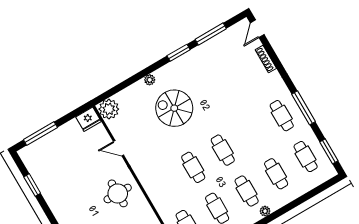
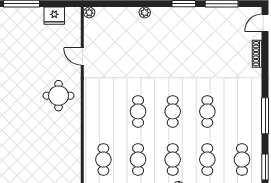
spiral stairs: (174, 108) -> (152, 50), removed
plant: (109, 109) -> (89, 12), width x0.53, depth x0.53
cafe table: (282, 116) -> (207, 111), moved
fridge: (88, 119) -> (54, 16), moved

